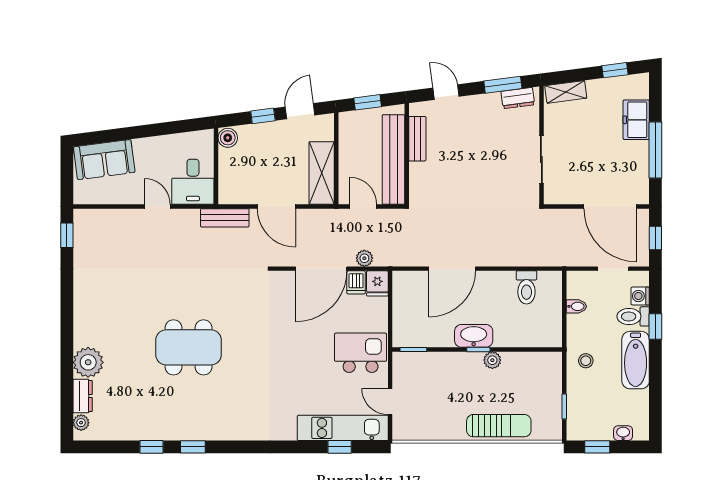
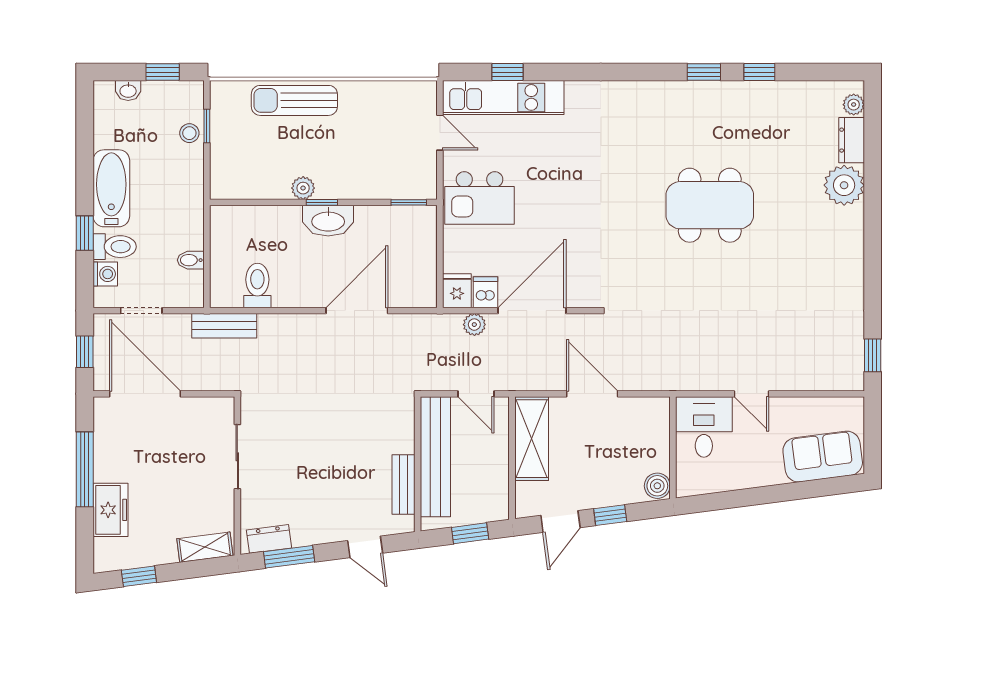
bench: (225, 218) -> (224, 326), moved
stool: (586, 361) -> (189, 133), moved

